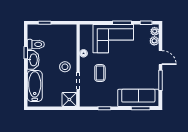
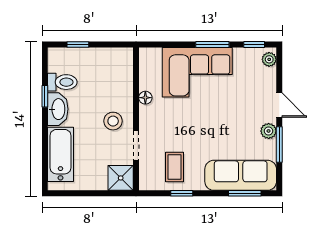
plant: (154, 41) -> (269, 131), moved
coffee table: (100, 73) -> (174, 167), moved

